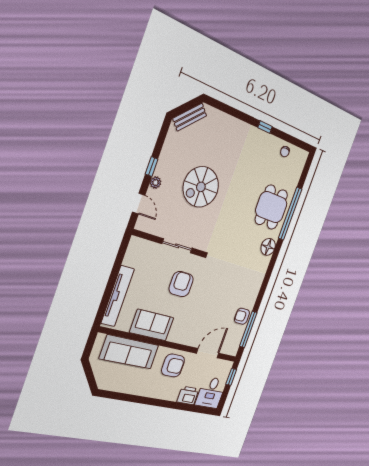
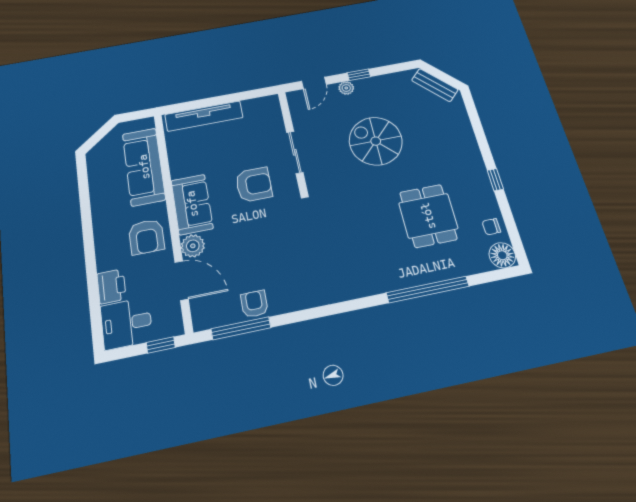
dining table: (271, 207) -> (428, 216), moved, turned 90
floor lamp: (268, 247) -> (502, 255), moved
sofa: (152, 325) -> (192, 204), moved
plant: (194, 339) -> (193, 246), added

